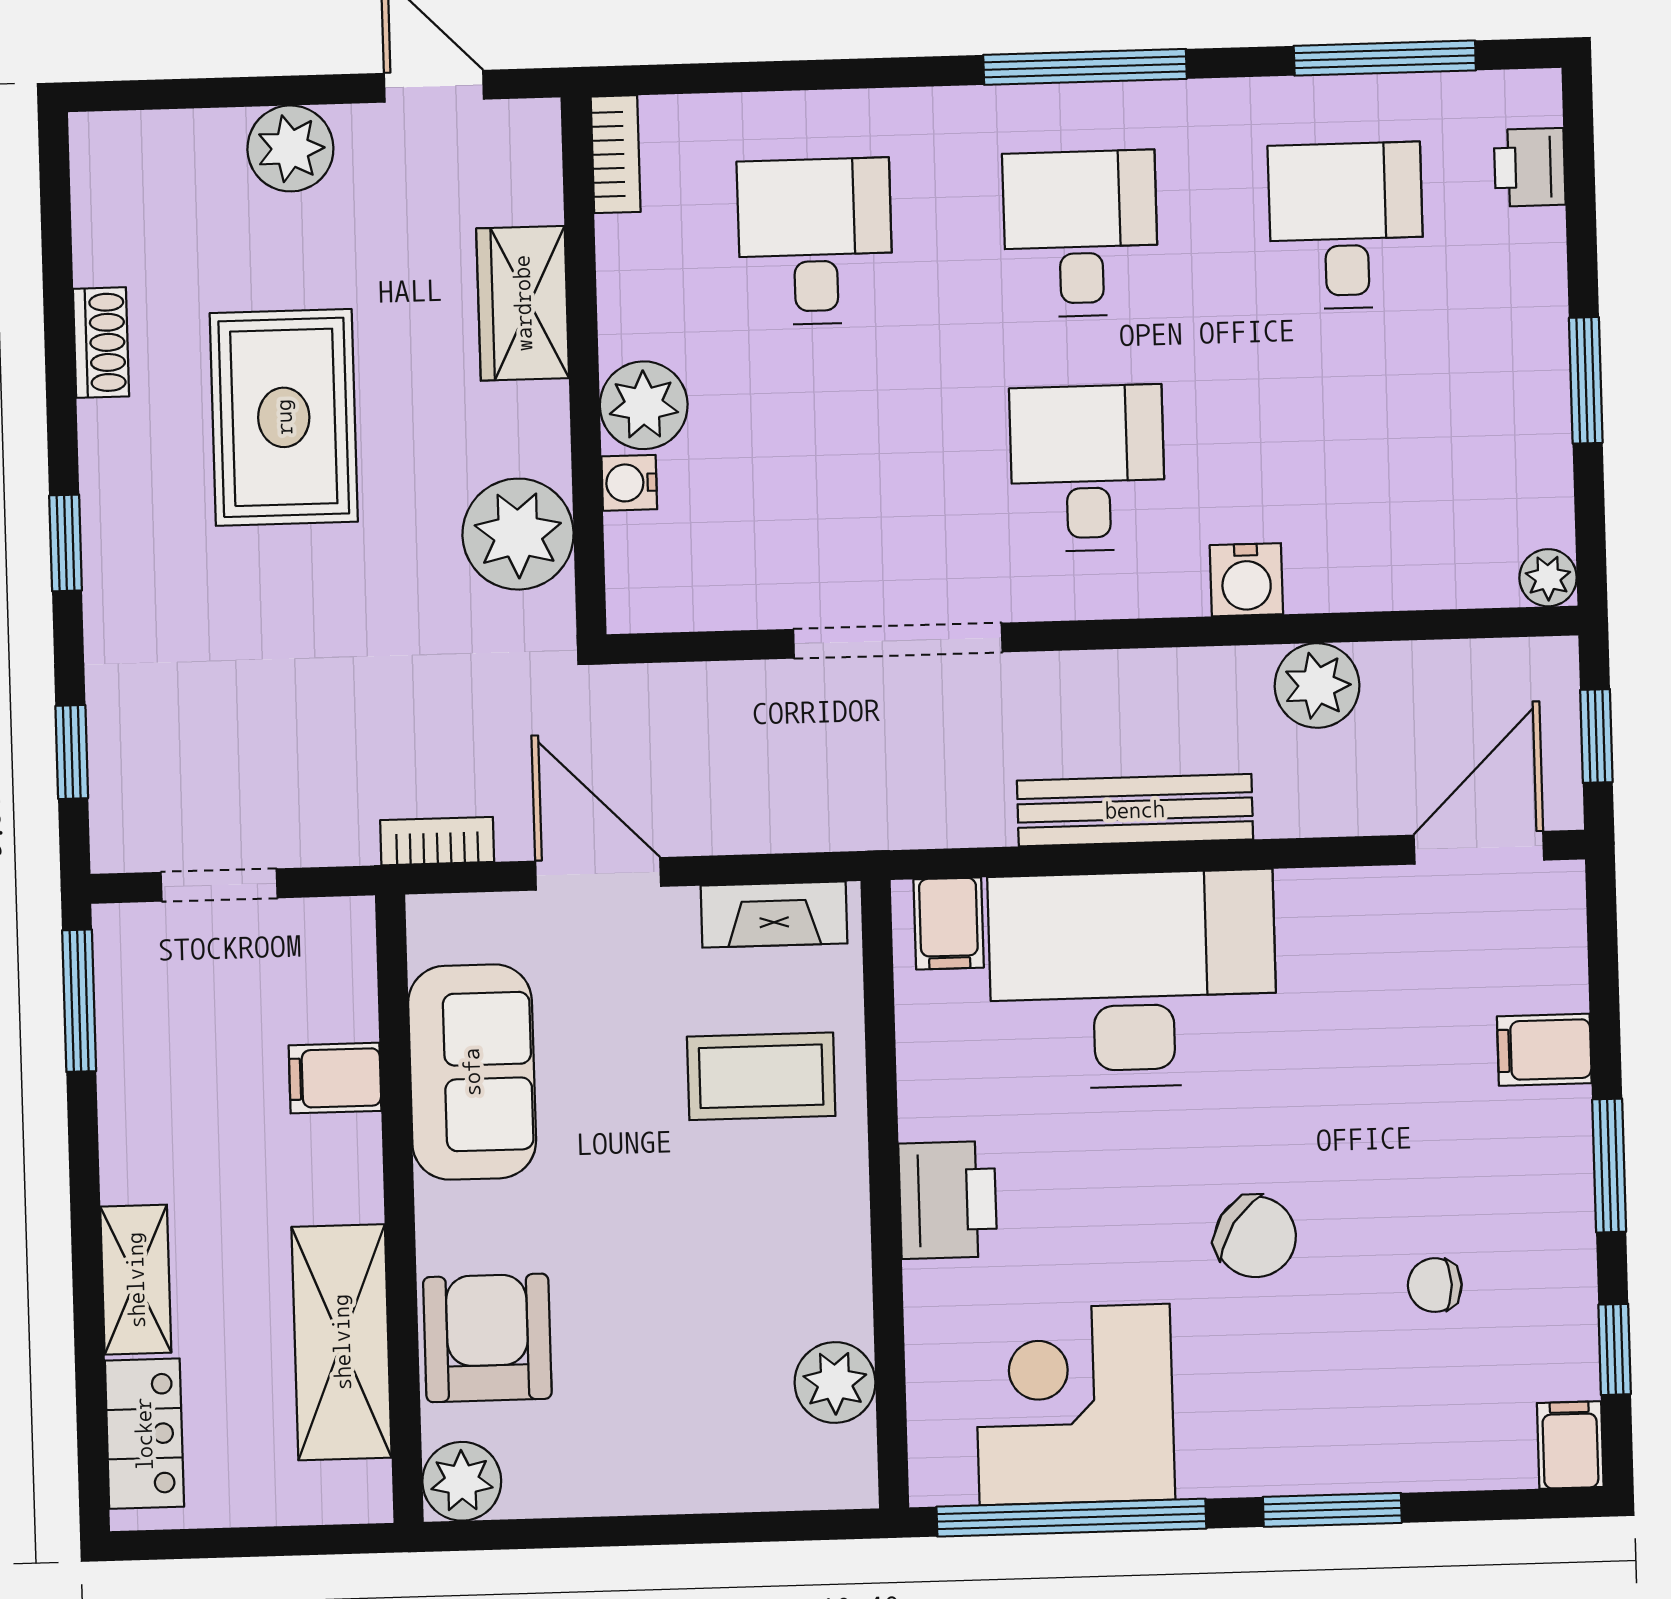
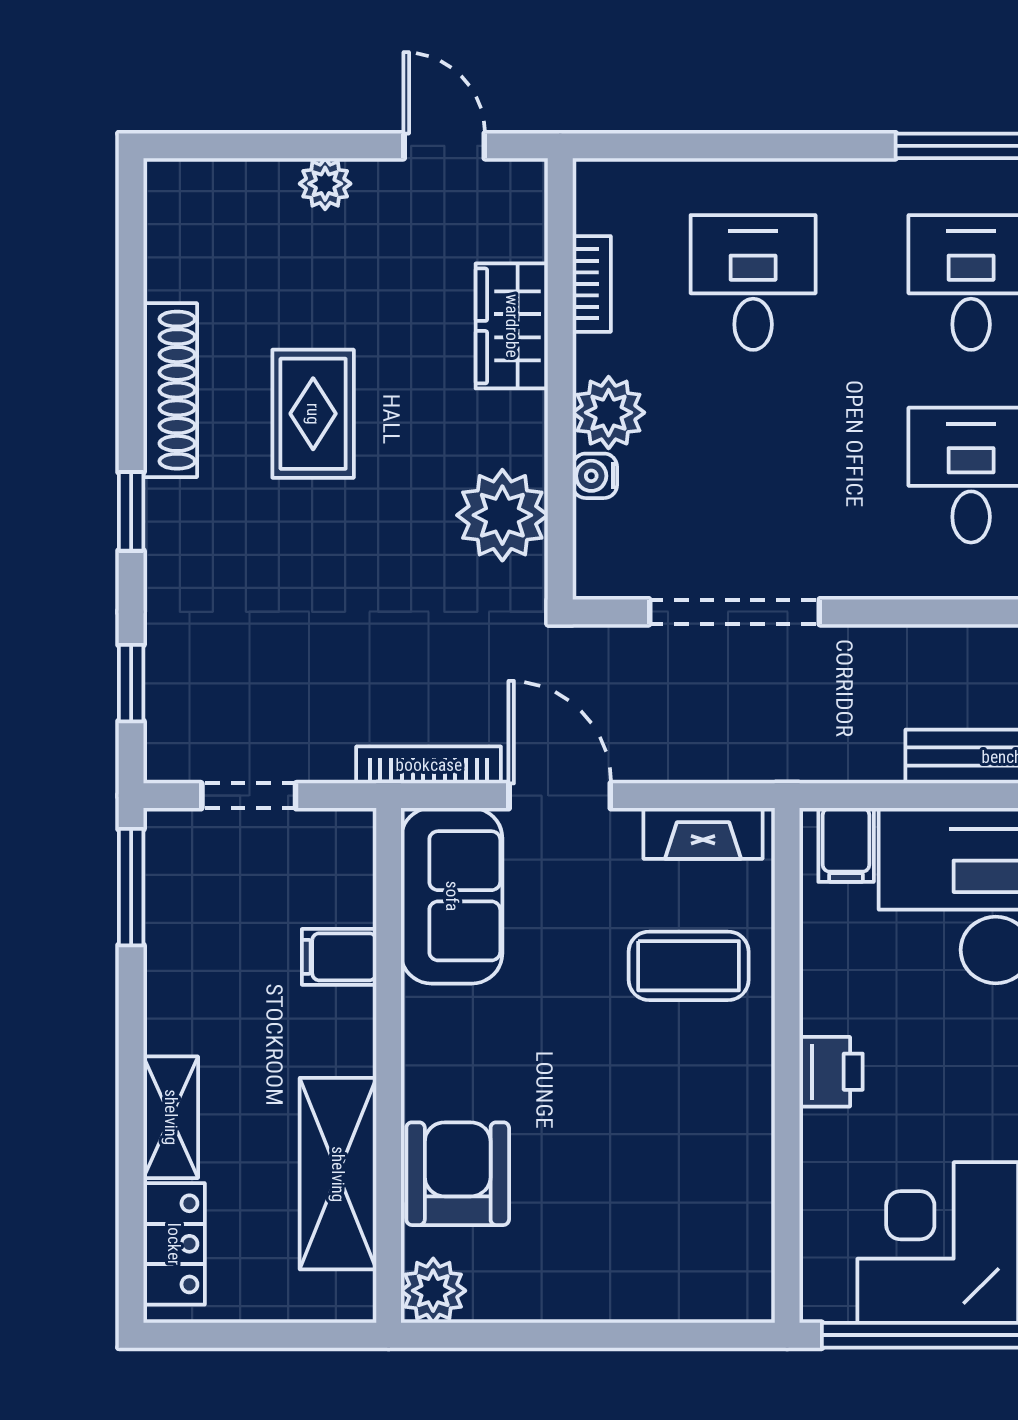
plant: (290, 148) -> (325, 184), width x0.73, depth x0.73
bookcase: (616, 154) -> (592, 284), moved
shoe rack: (101, 343) -> (170, 390), width x1.94, depth x1.24
rug: (284, 417) -> (313, 414), width x0.73, depth x0.70
doorway: (898, 641) -> (734, 612), moved
bookcase: (437, 841) -> (429, 765), width x1.56
sofa: (472, 1072) -> (452, 896), moved
printer: (948, 1200) -> (831, 1072), width x0.73, depth x0.81
plant: (835, 1383) -> (742, 1219), removed

